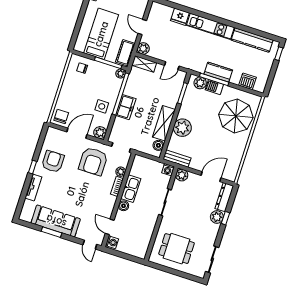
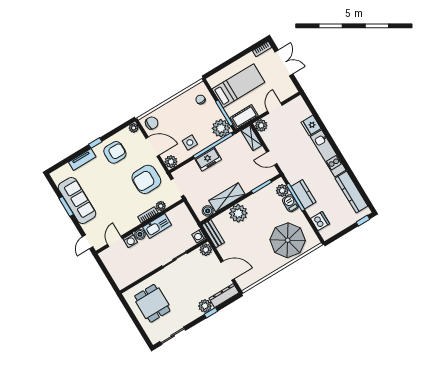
plant: (121, 74) -> (221, 128), width x1.88, depth x1.88
plant: (51, 131) -> (134, 128), added
washing machine: (112, 242) -> (130, 241), moved

